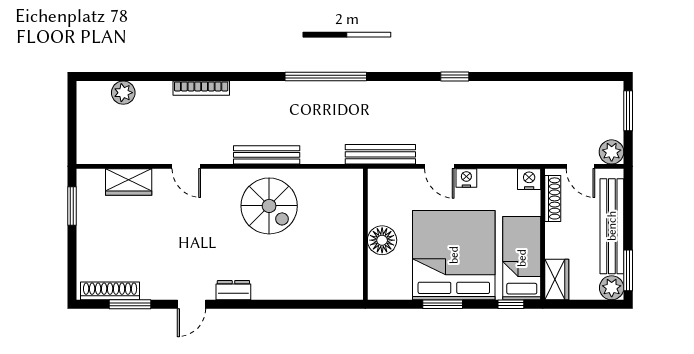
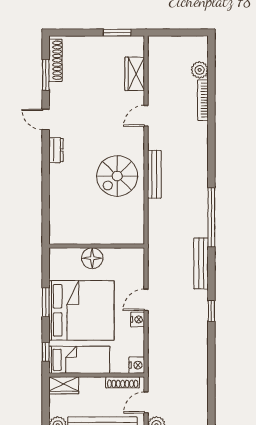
bookcase: (201, 88) -> (203, 100), moved
bench: (380, 154) -> (201, 263), moved

